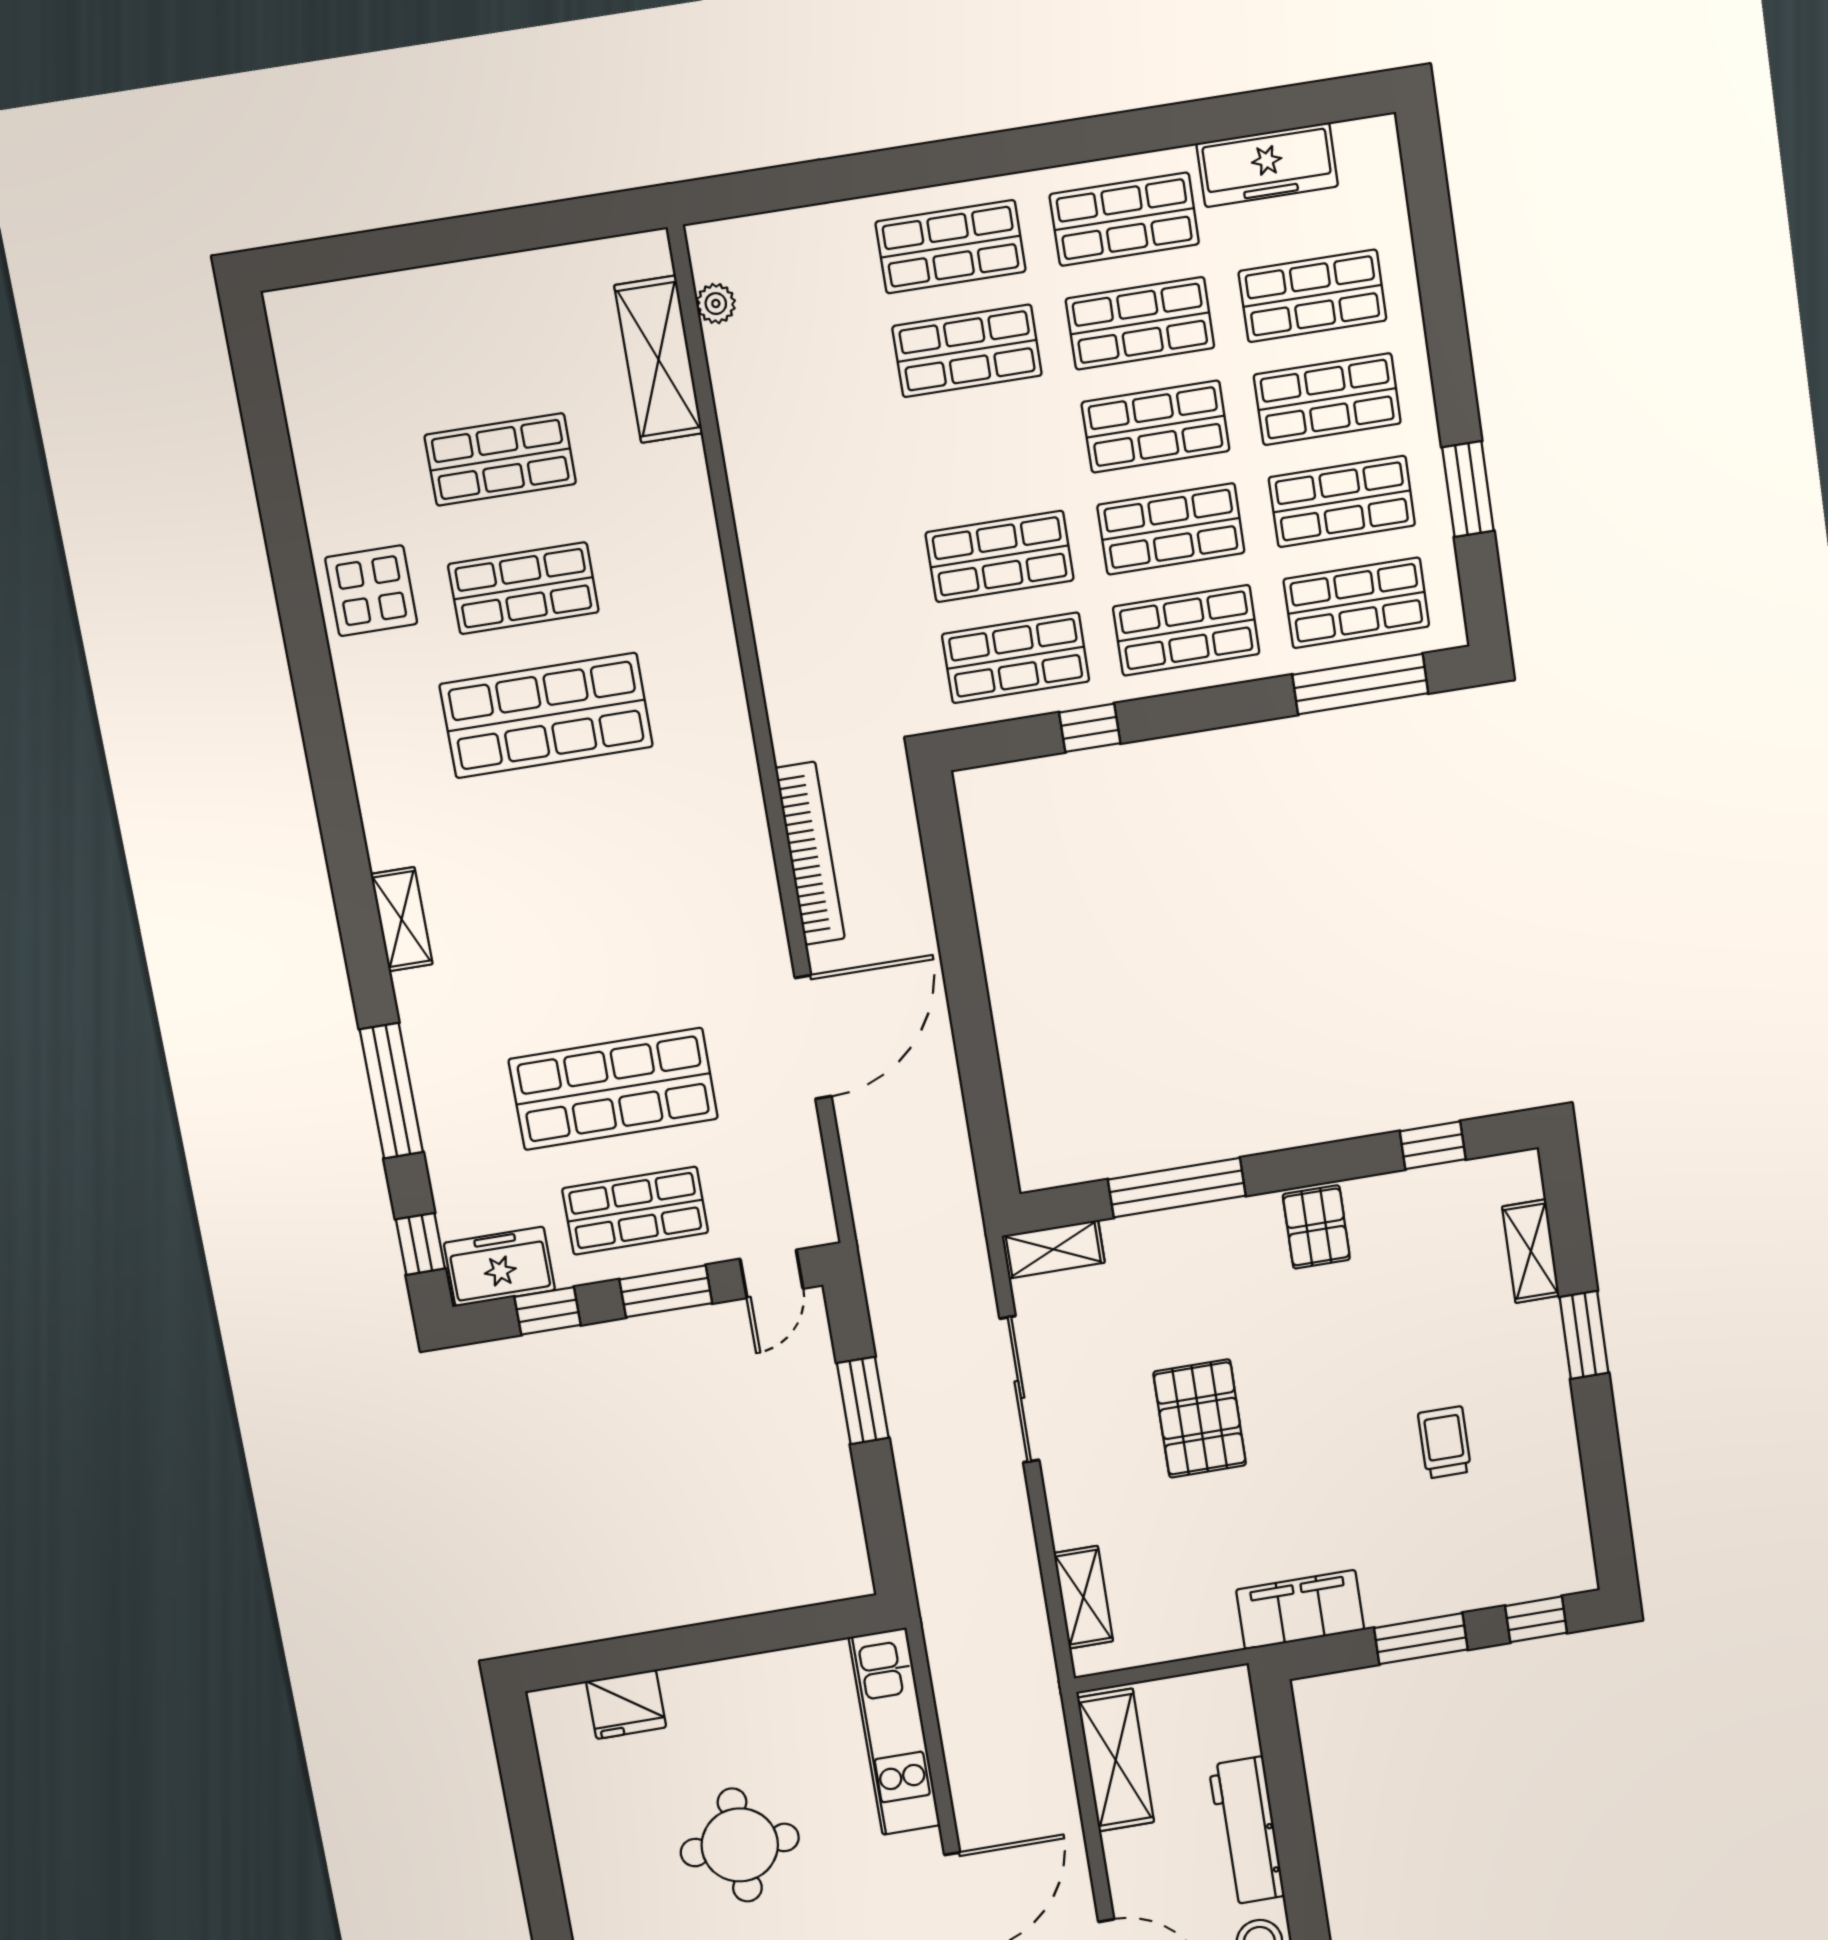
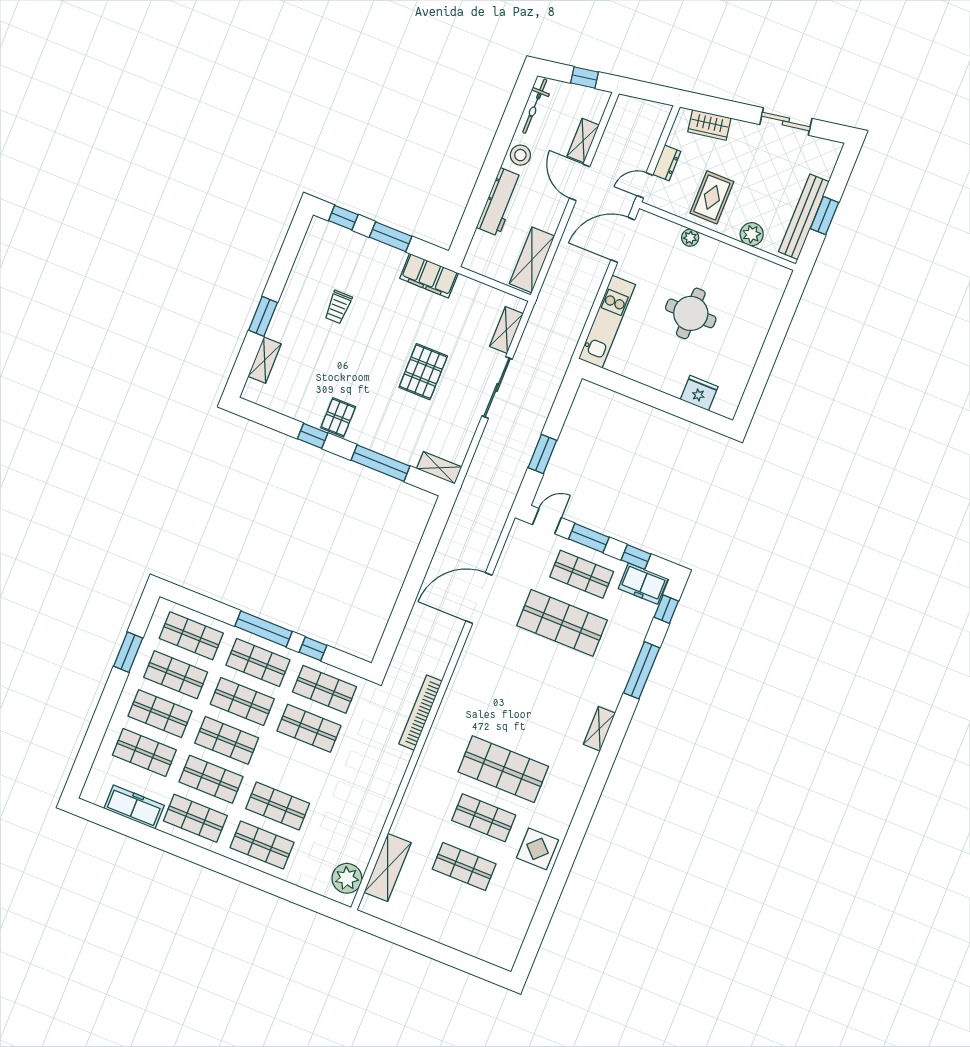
plant: (716, 304) -> (347, 878), width x1.88, depth x1.88
window: (1360, 684) -> (264, 629), moved
bookcase: (810, 853) -> (420, 713), moved
window: (1433, 1145) -> (313, 436), moved
sliding door: (1019, 1389) -> (497, 388), moved

